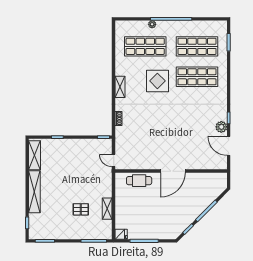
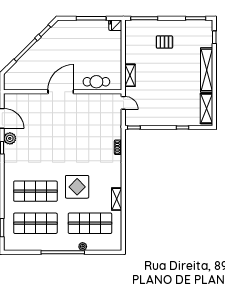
shelving: (120, 87) -> (117, 199), moved
pallet: (81, 209) -> (164, 42), moved
shelving: (107, 209) -> (130, 75), moved

